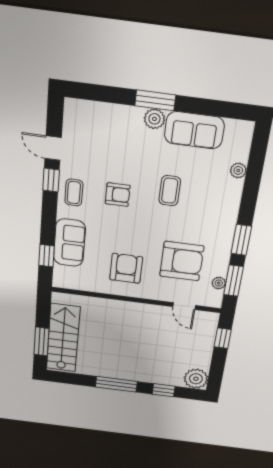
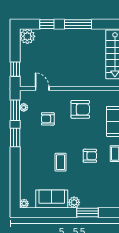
window: (155, 100) -> (87, 212), moved
plant: (238, 170) -> (24, 204), moved
armchair: (118, 195) -> (90, 156), turned 180
armchair: (182, 261) -> (48, 119), width x0.53, depth x0.53
armchair: (126, 268) -> (80, 109), turned -90

